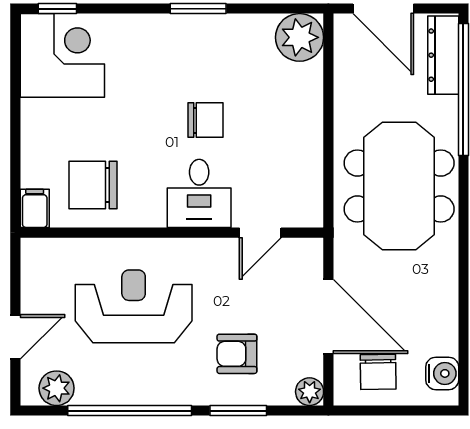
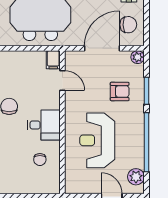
chair: (93, 185) -> (40, 160), width x0.54, depth x0.54
desk: (199, 193) -> (44, 125), moved
filing cabinet: (35, 208) -> (53, 60), moved, turned -90
armchair: (237, 354) -> (120, 91), turned -90

